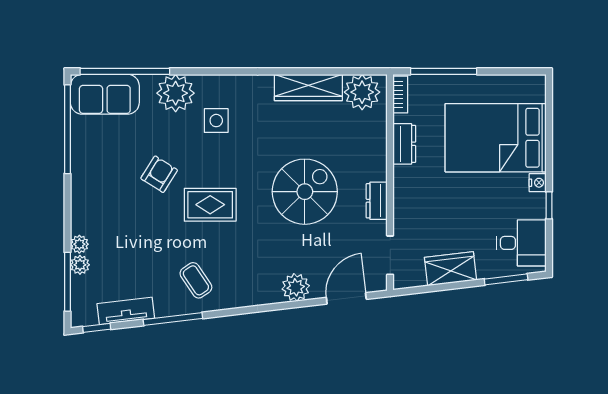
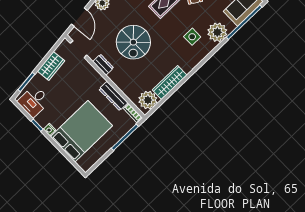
dresser: (404, 144) -> (113, 96), width x1.44

